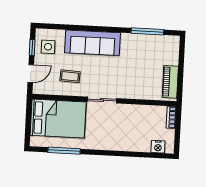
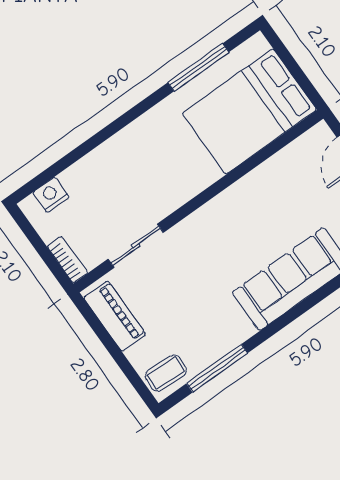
coffee table: (70, 76) -> (166, 373), moved
sliding door: (102, 100) -> (136, 246), moved

